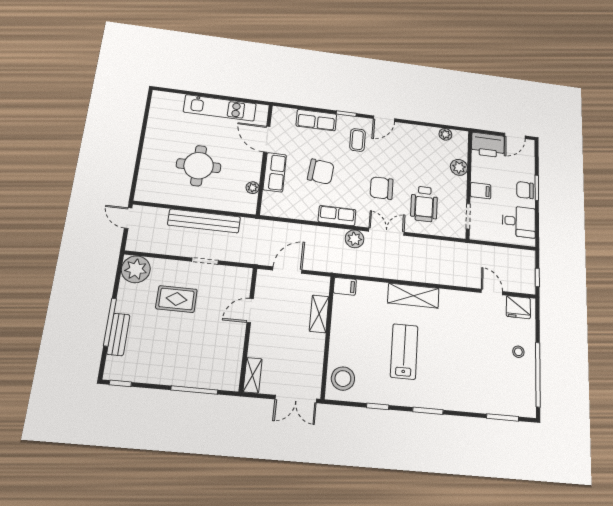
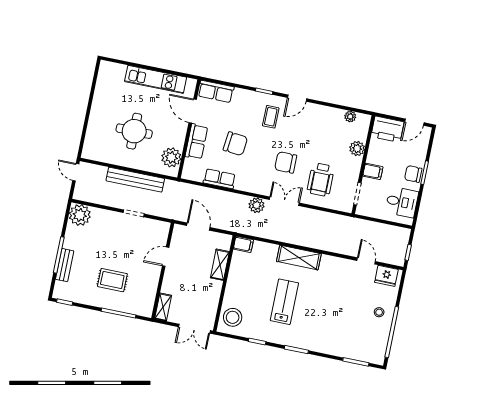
row of seats: (316, 120) -> (216, 91), moved
plant: (253, 188) -> (171, 157), width x1.88, depth x1.88
row of seats: (337, 216) -> (219, 179), moved
door: (287, 270) -> (198, 227), hinge flipped
rug: (176, 299) -> (112, 280), moved

